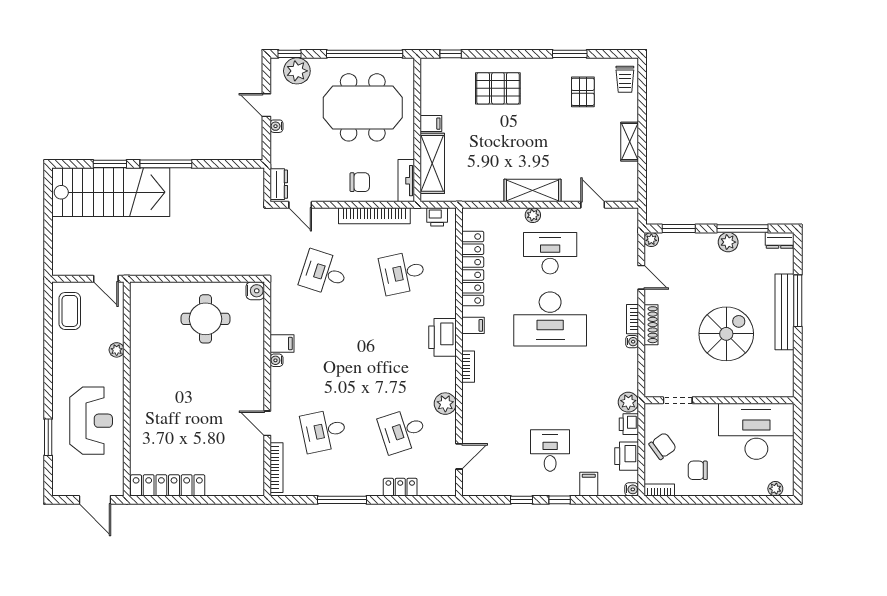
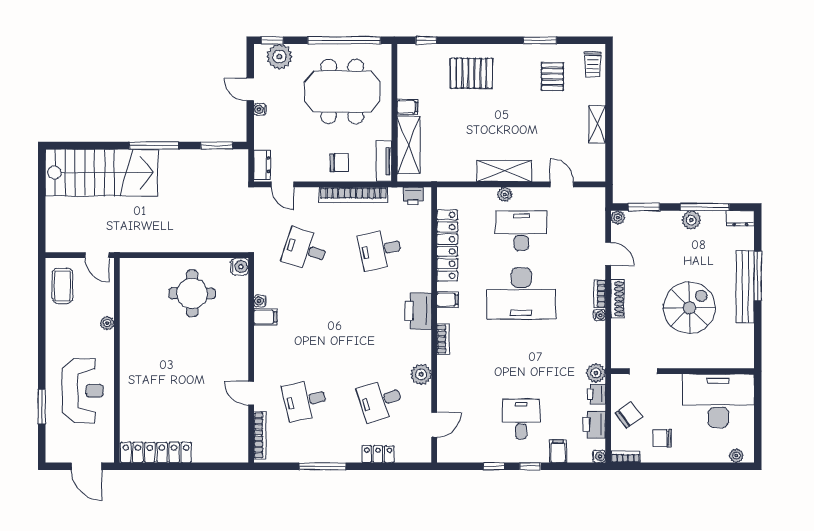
window: (110, 164) -> (217, 145), moved
water cooler: (276, 360) -> (260, 301), moved

